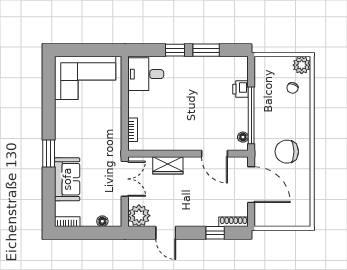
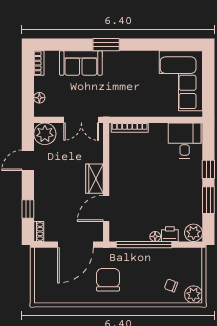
plant: (239, 65) -> (193, 233), added
bookcase: (133, 130) -> (130, 128), width x1.56
floor lamp: (243, 137) -> (155, 236), moved
wardrobe: (168, 165) -> (94, 179), moved
shoe rack: (233, 222) -> (39, 232), width x0.70

